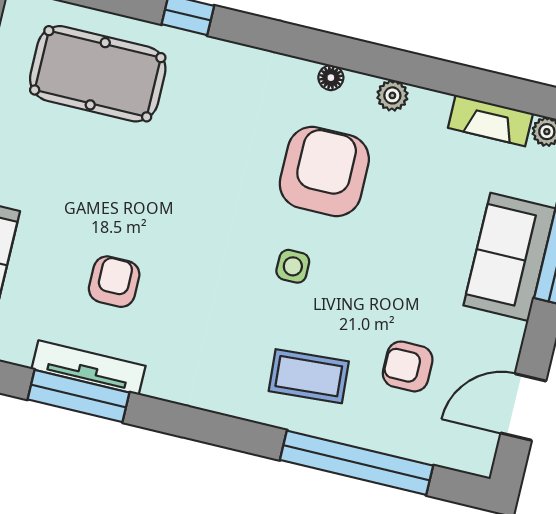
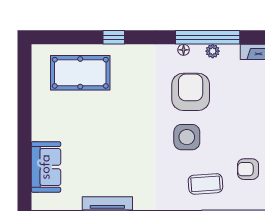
window: (389, 63) -> (208, 37), added
side table: (293, 266) -> (187, 137), width x1.87, depth x1.87
armchair: (114, 282) -> (110, 163), removed

